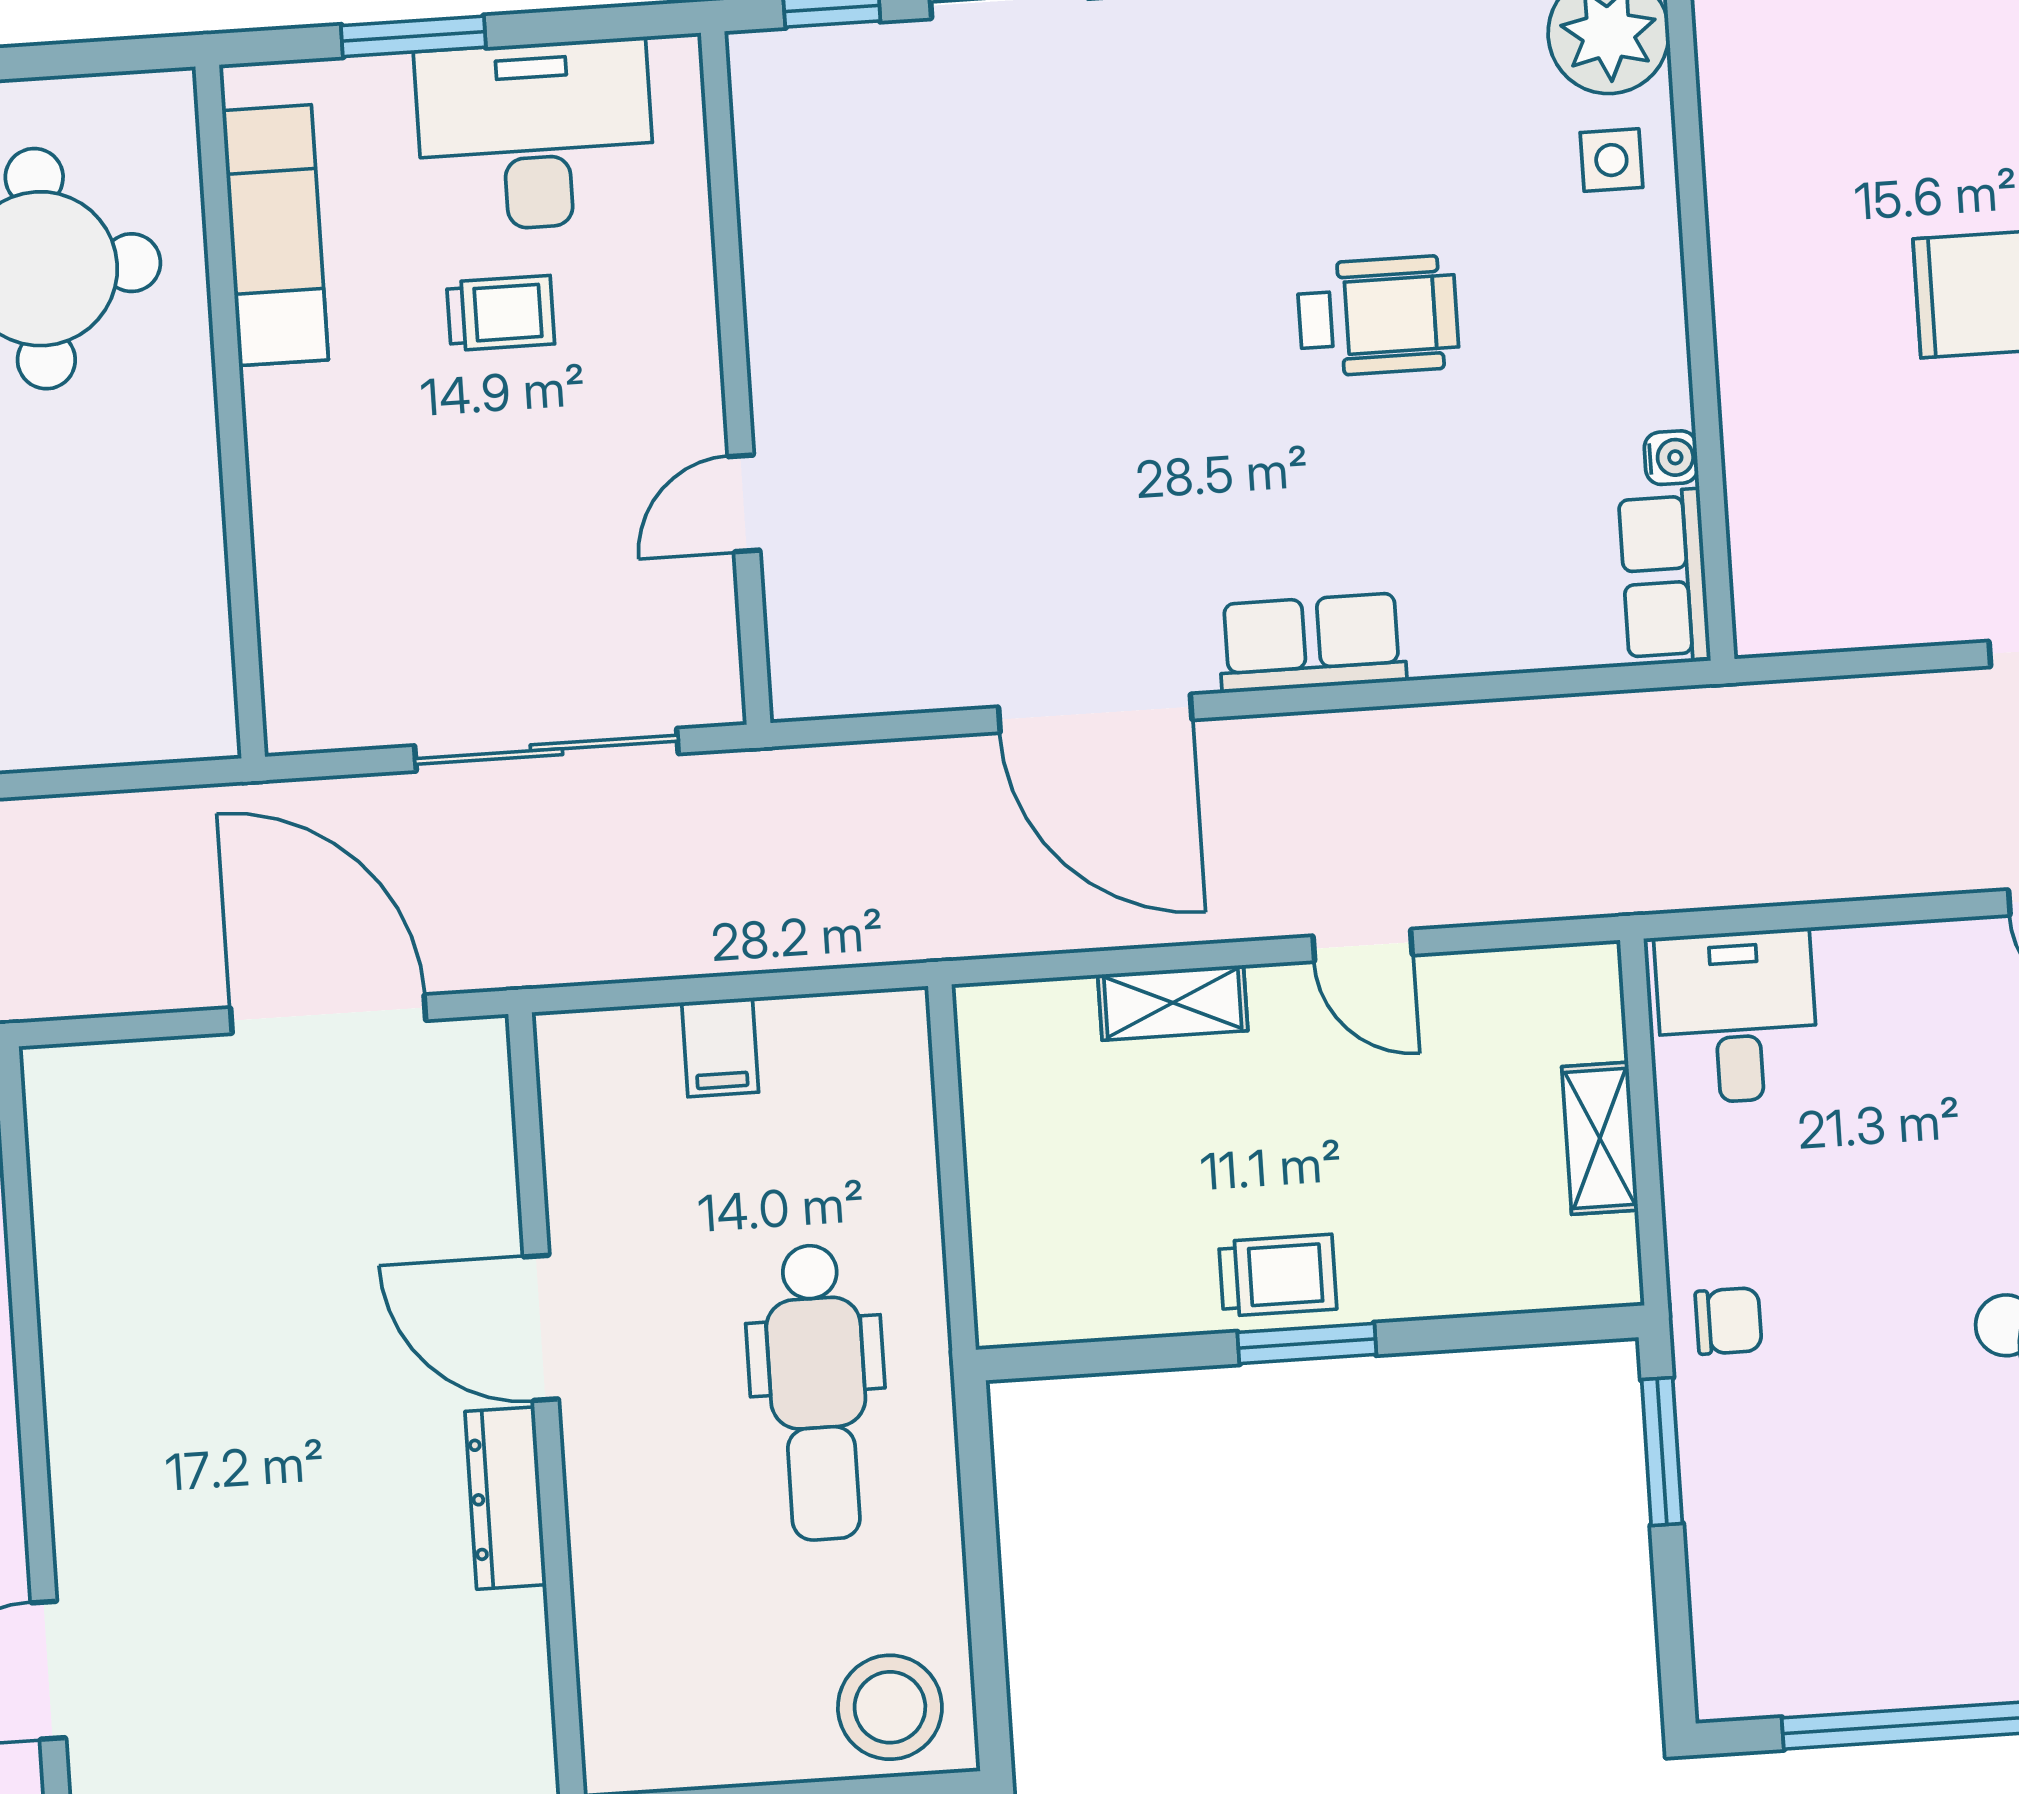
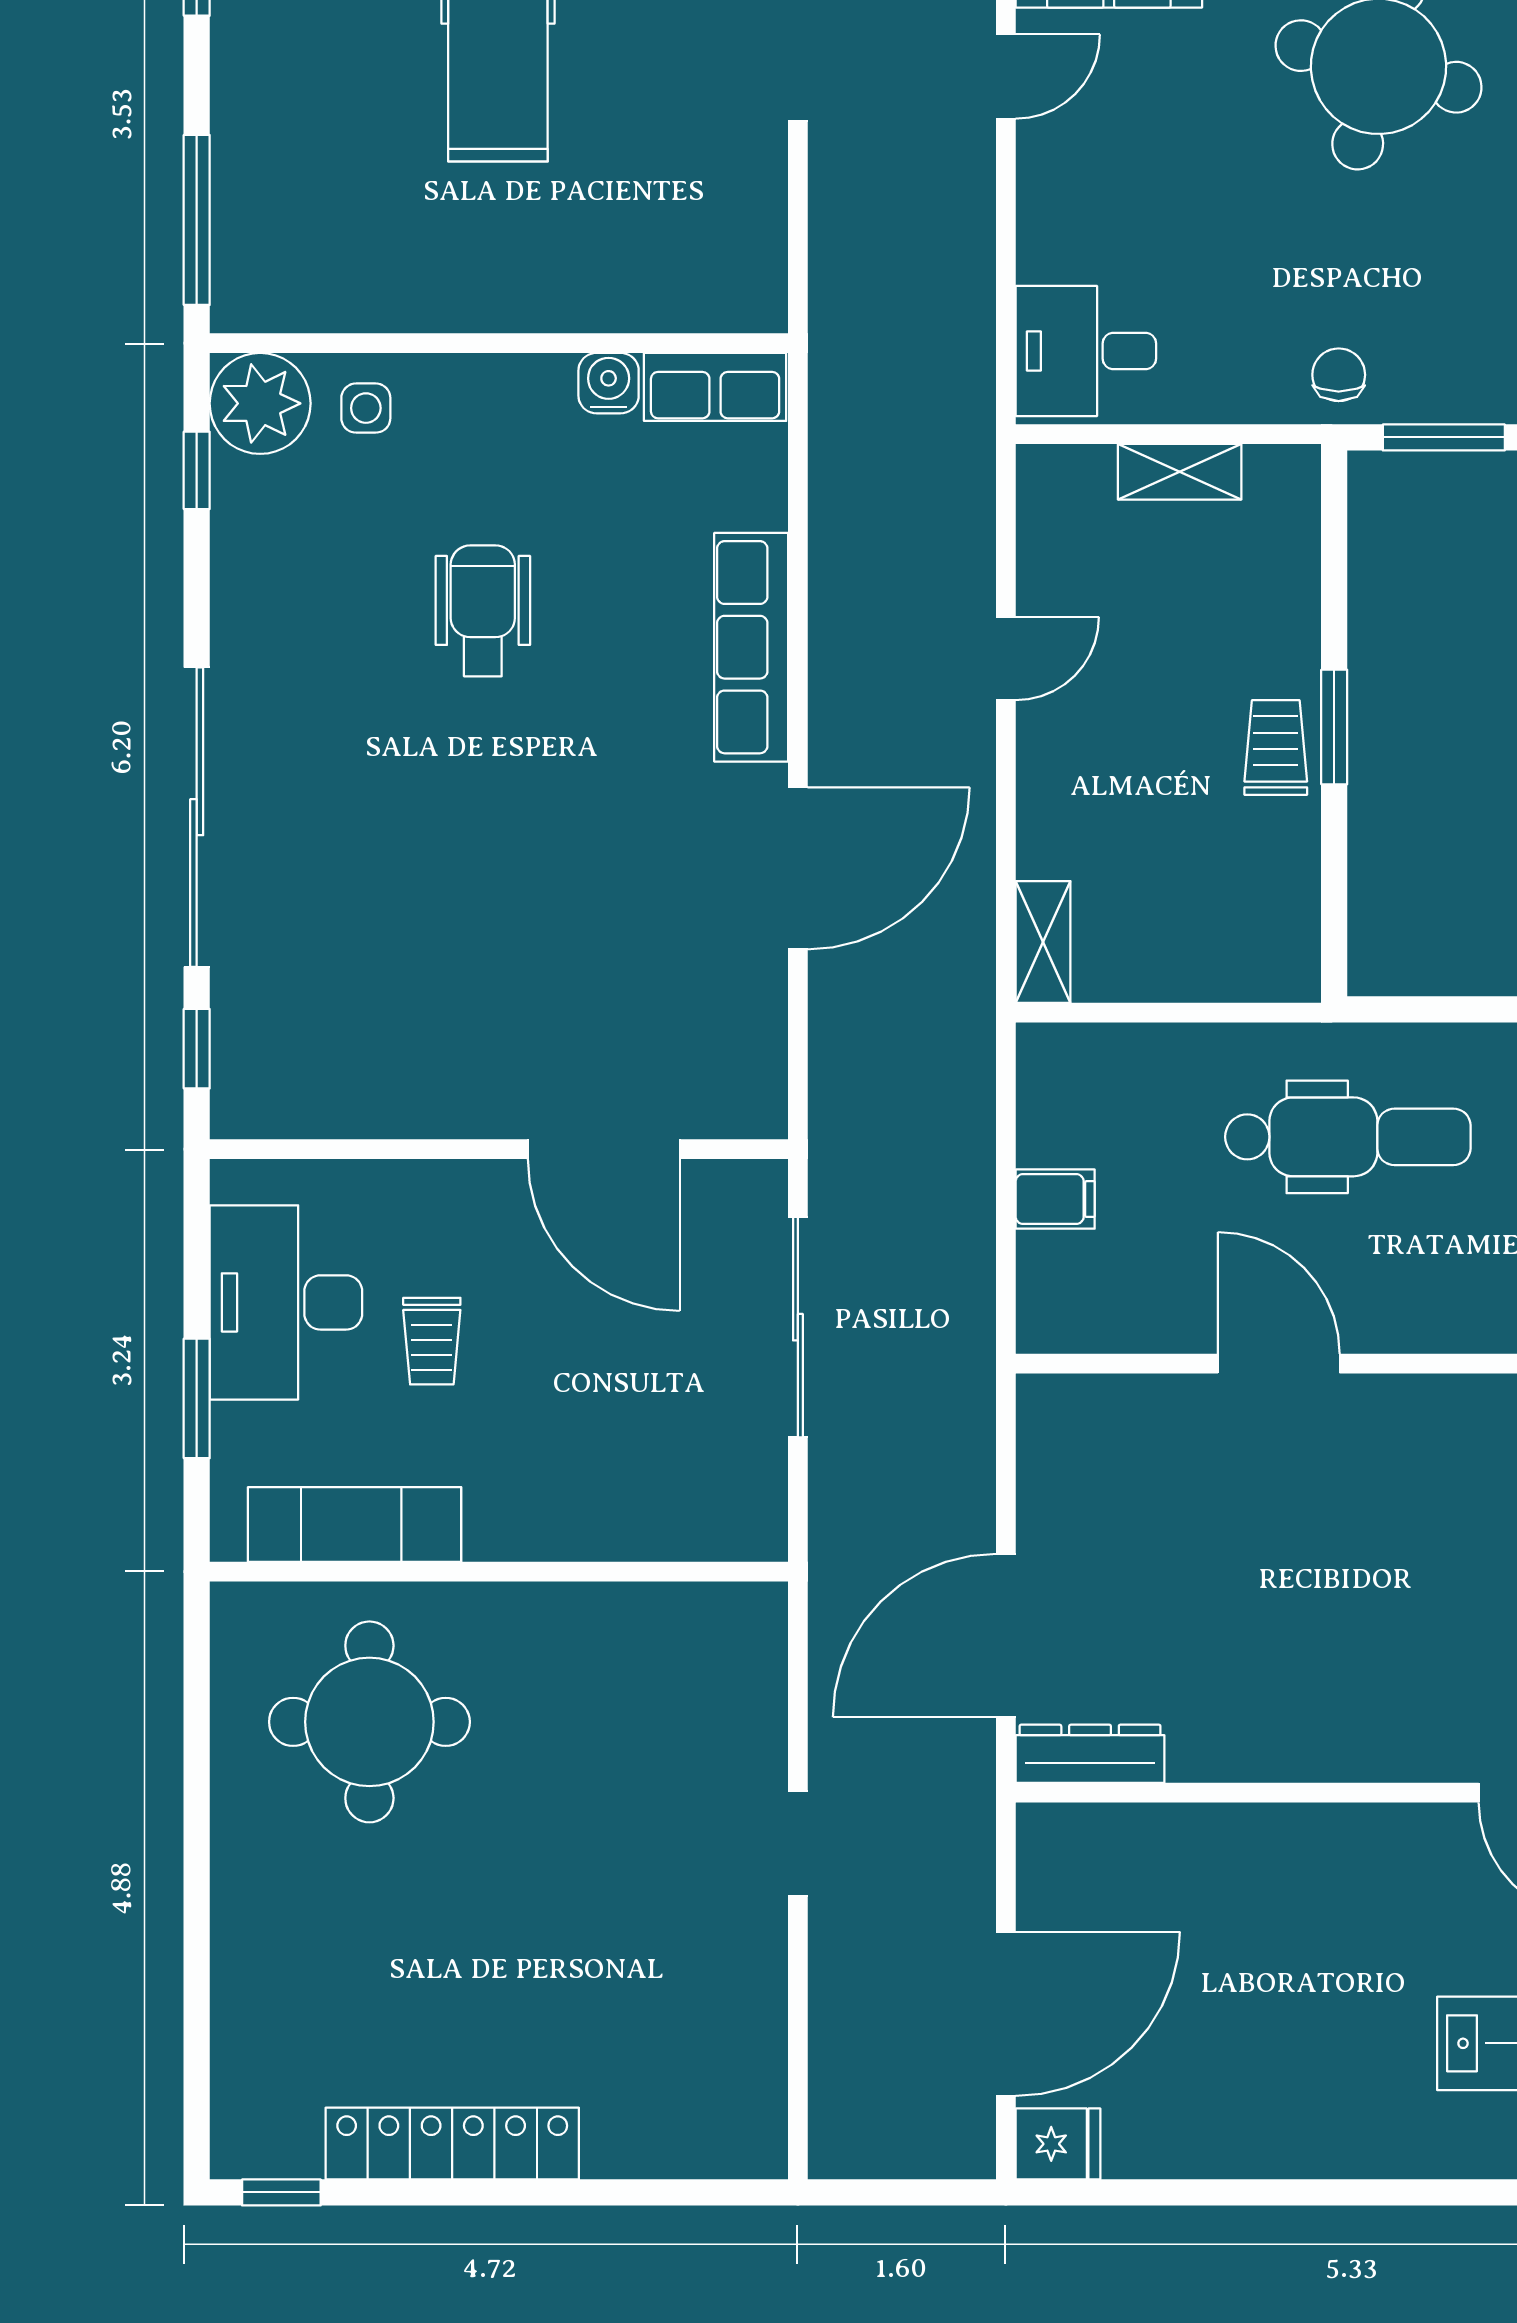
trolley: (501, 313) -> (432, 1341), turned 180
water cooler: (1671, 458) -> (609, 383), width x1.38, depth x1.38
door: (744, 503) -> (604, 1149), width x1.88
row of seats: (1312, 643) -> (751, 647), width x1.48
shelving: (1173, 1003) -> (1043, 942), moved
door: (328, 1014) -> (1006, 1635), moved
door: (541, 1328) -> (1279, 1364), swing flipped
dresser: (506, 1498) -> (1090, 1754), moved, turned 180

